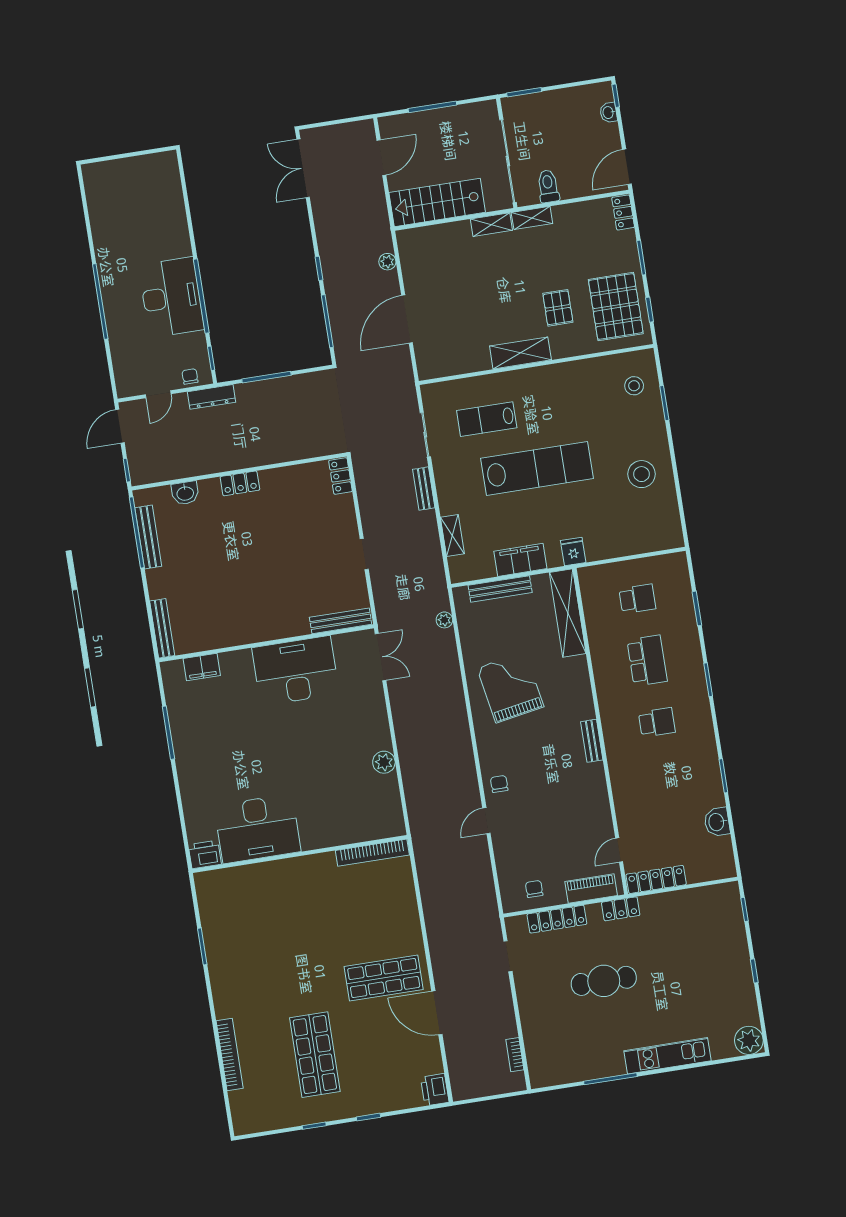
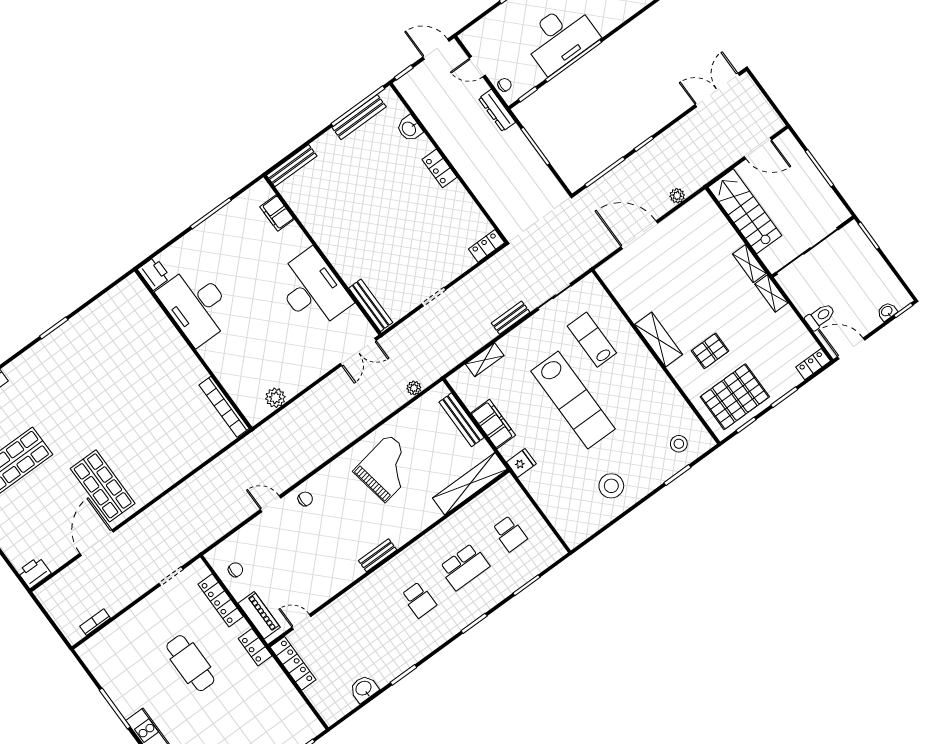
toilet: (548, 186) -> (820, 317), moved
desk: (257, 829) -> (196, 305), moved
bookcase: (372, 853) -> (224, 407), moved
printer: (205, 854) -> (154, 273), moved
wall: (300, 854) -> (193, 349), moved

